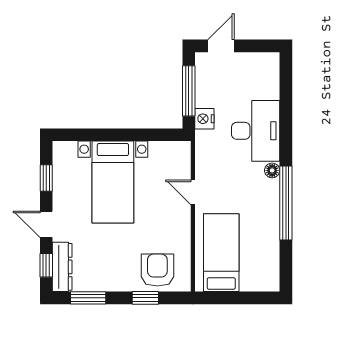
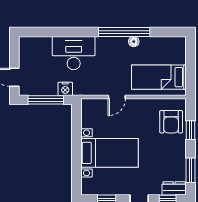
floor lamp: (272, 170) -> (134, 42), moved
dresser: (62, 267) -> (174, 188), width x0.70
armchair: (157, 270) -> (171, 122), turned -90

